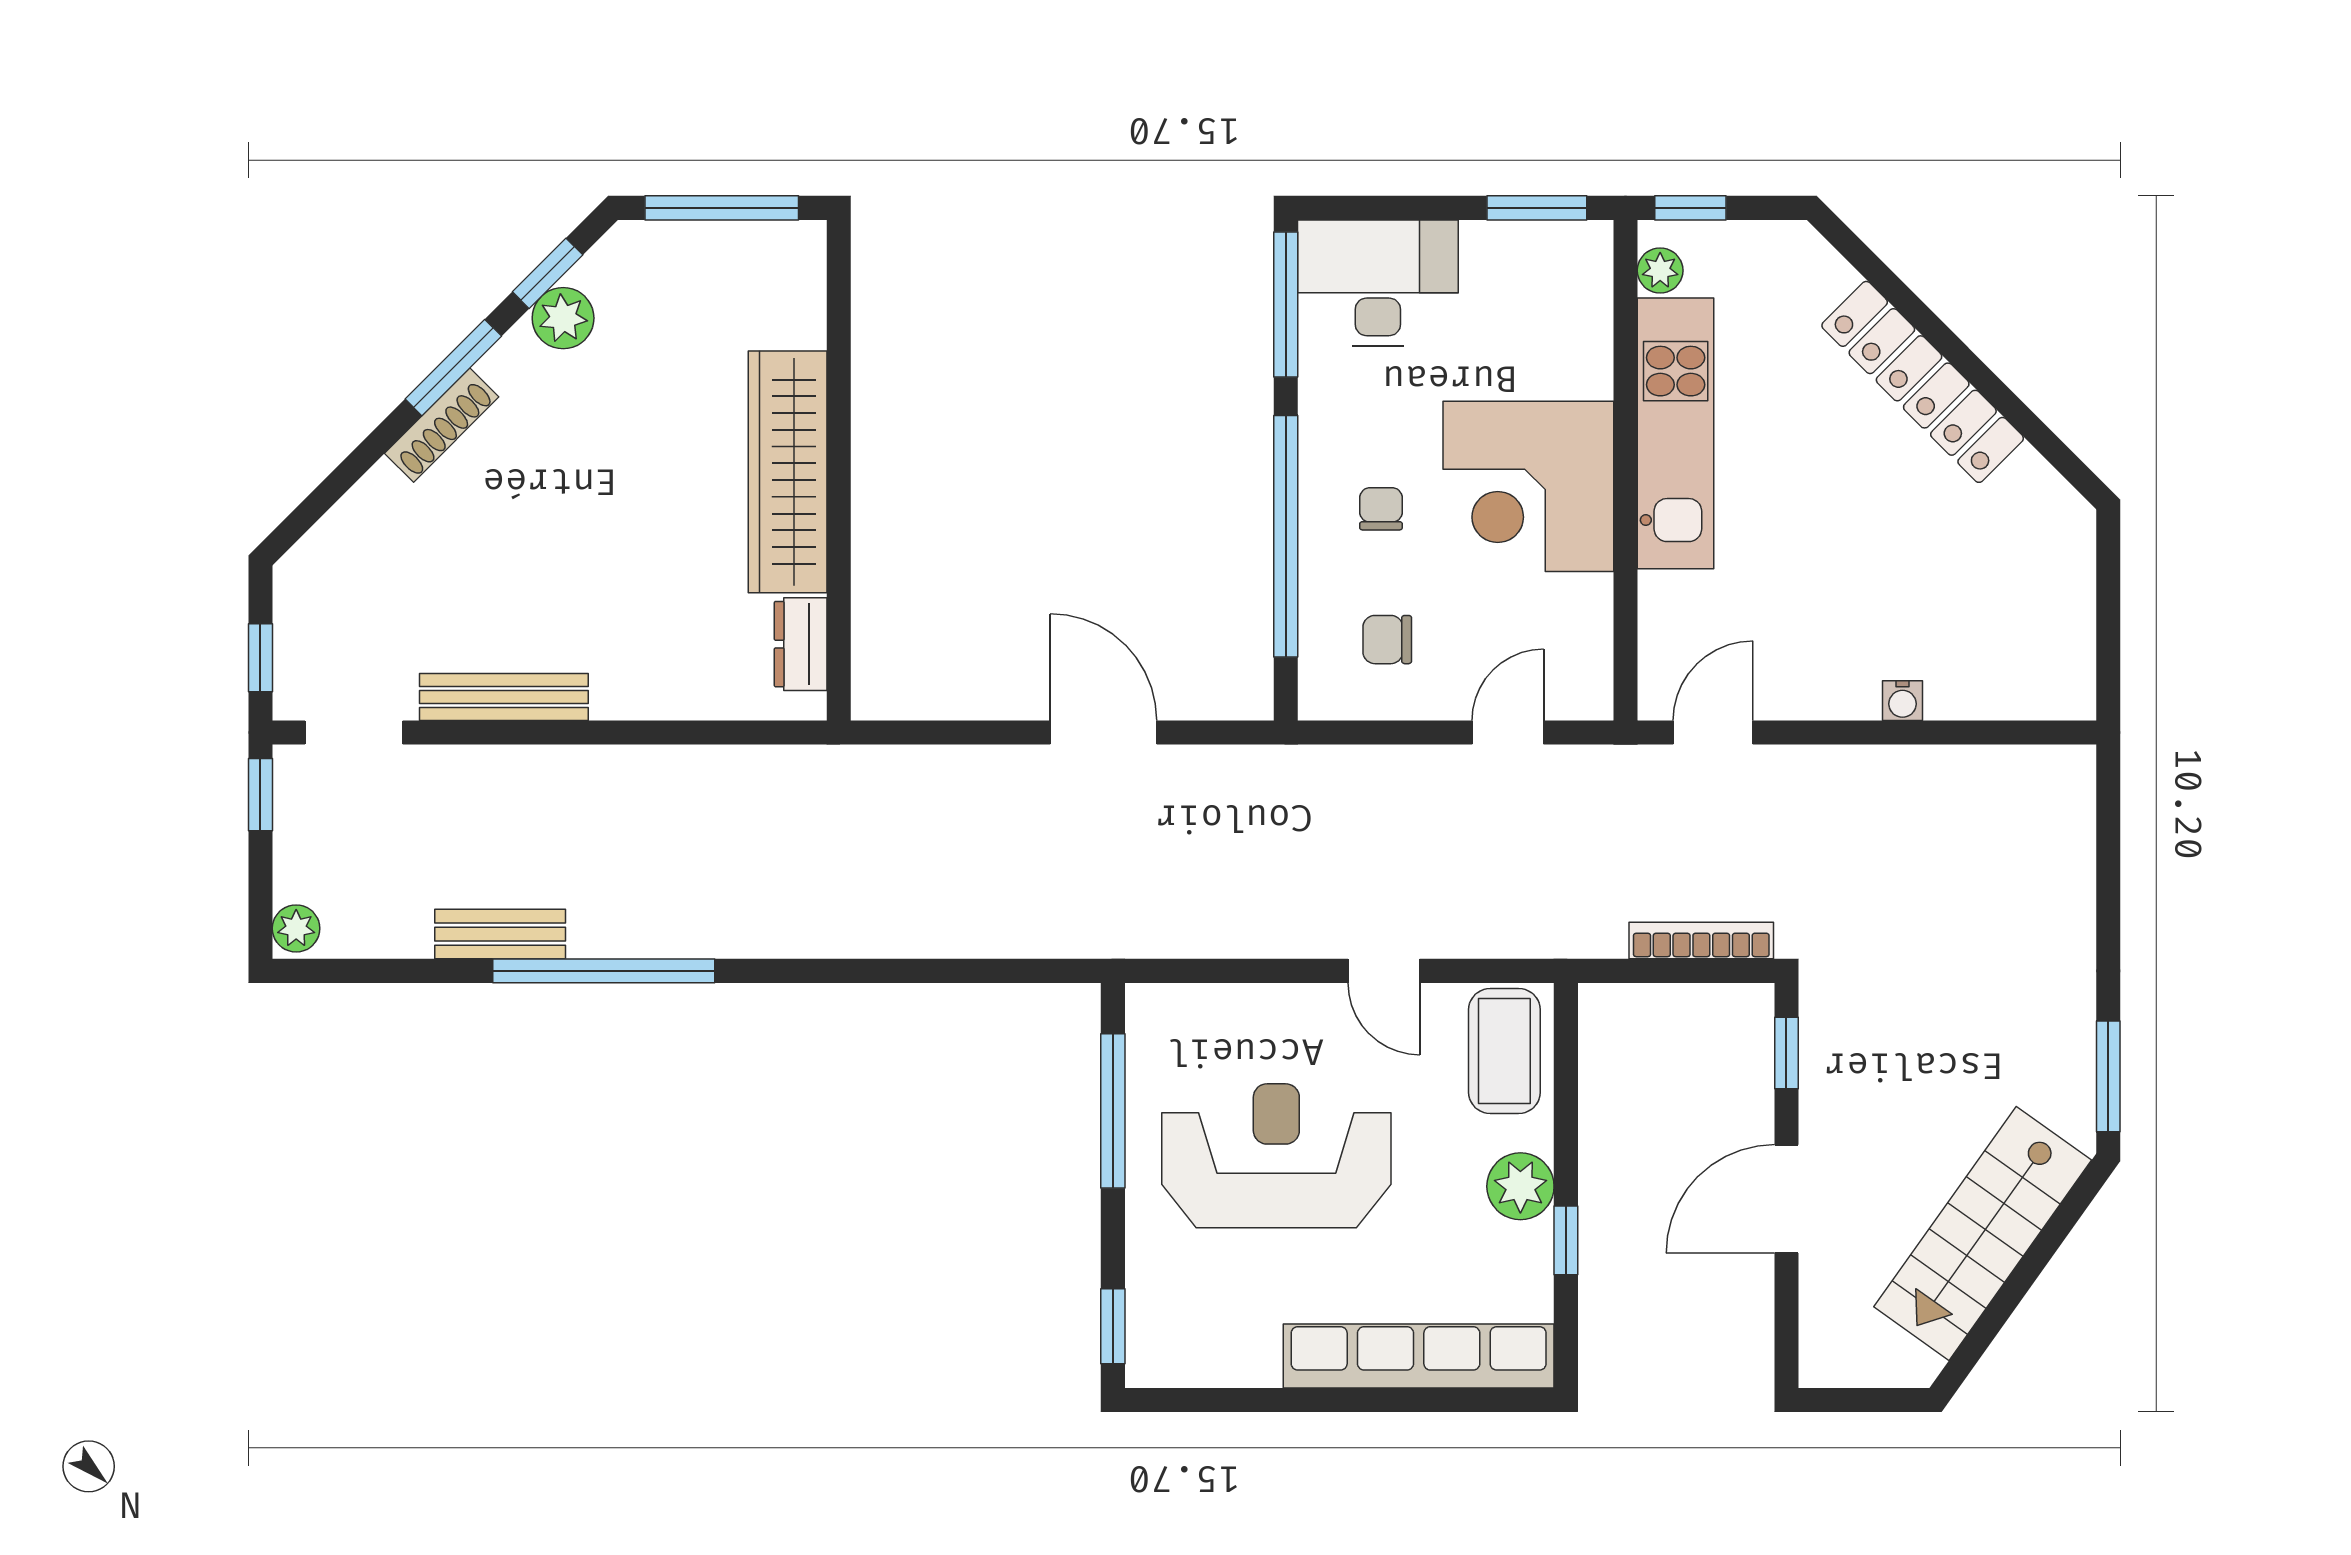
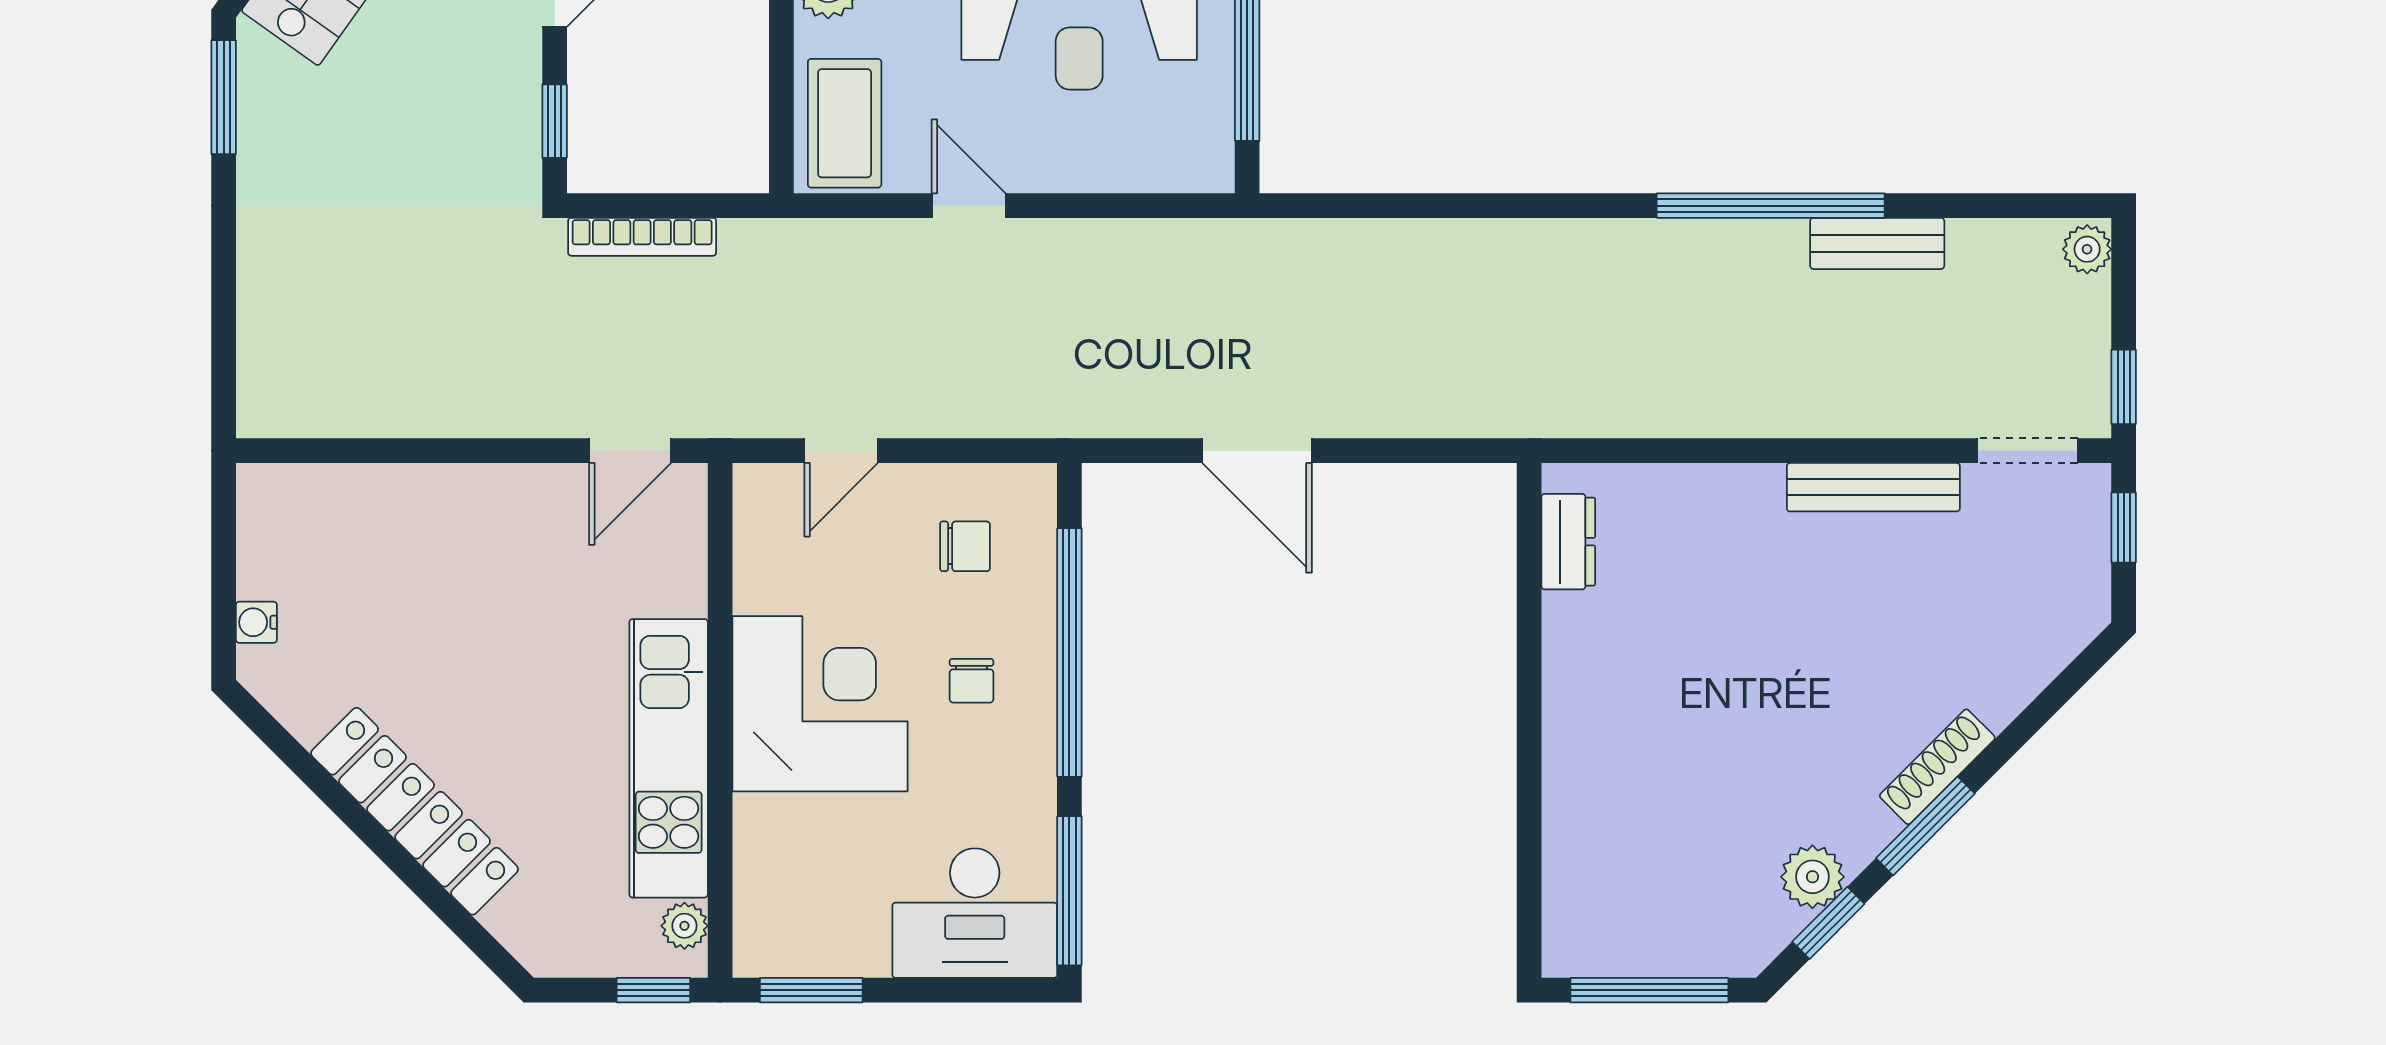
wardrobe: (788, 472) -> (1582, 719), removed
water cooler: (1902, 701) -> (256, 622), moved, turned -90

